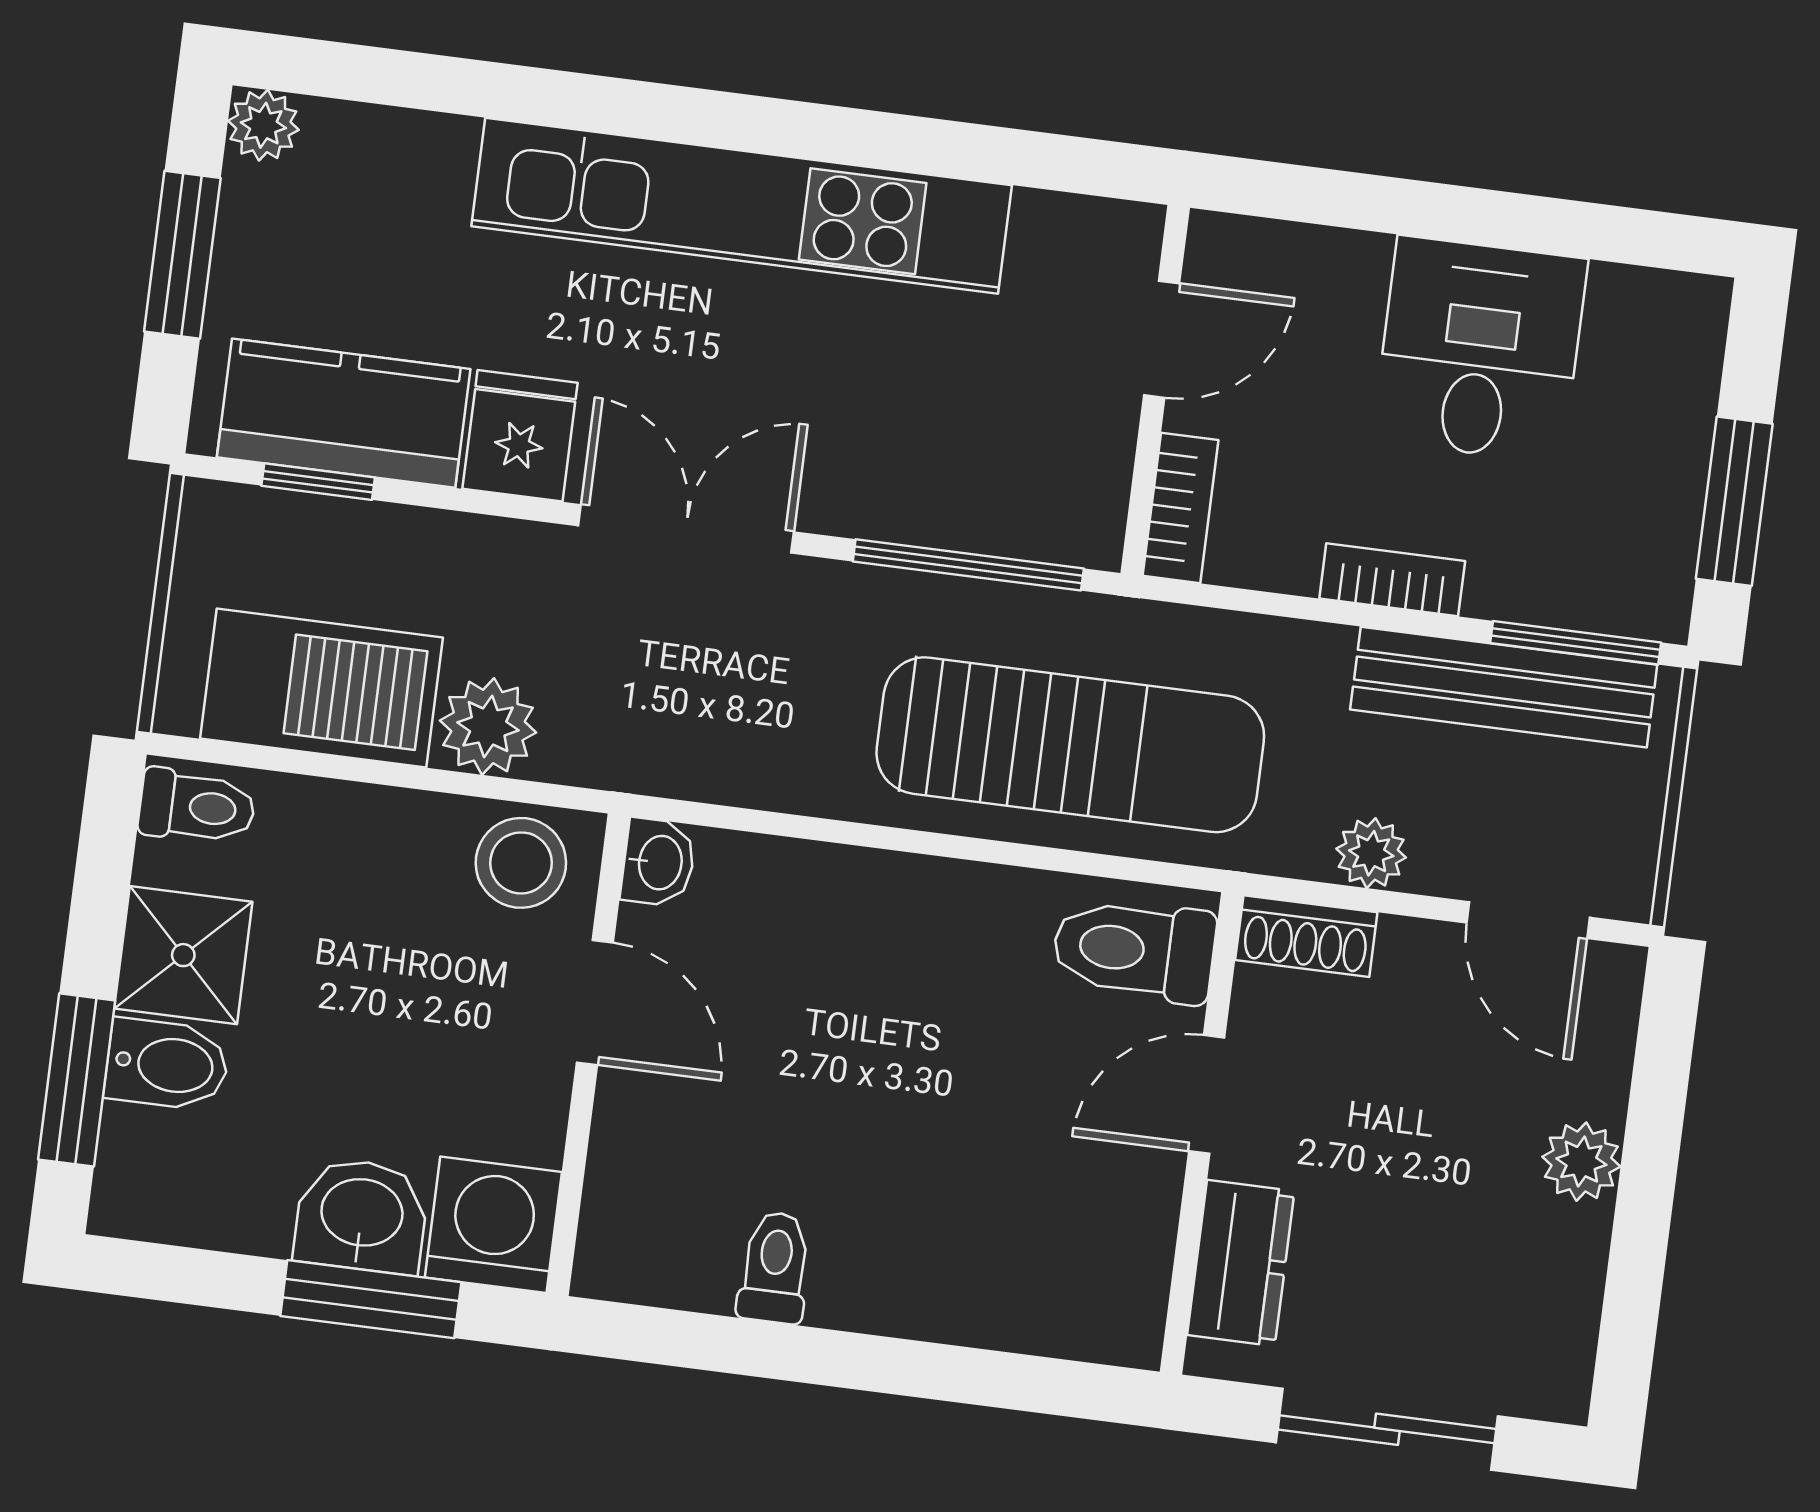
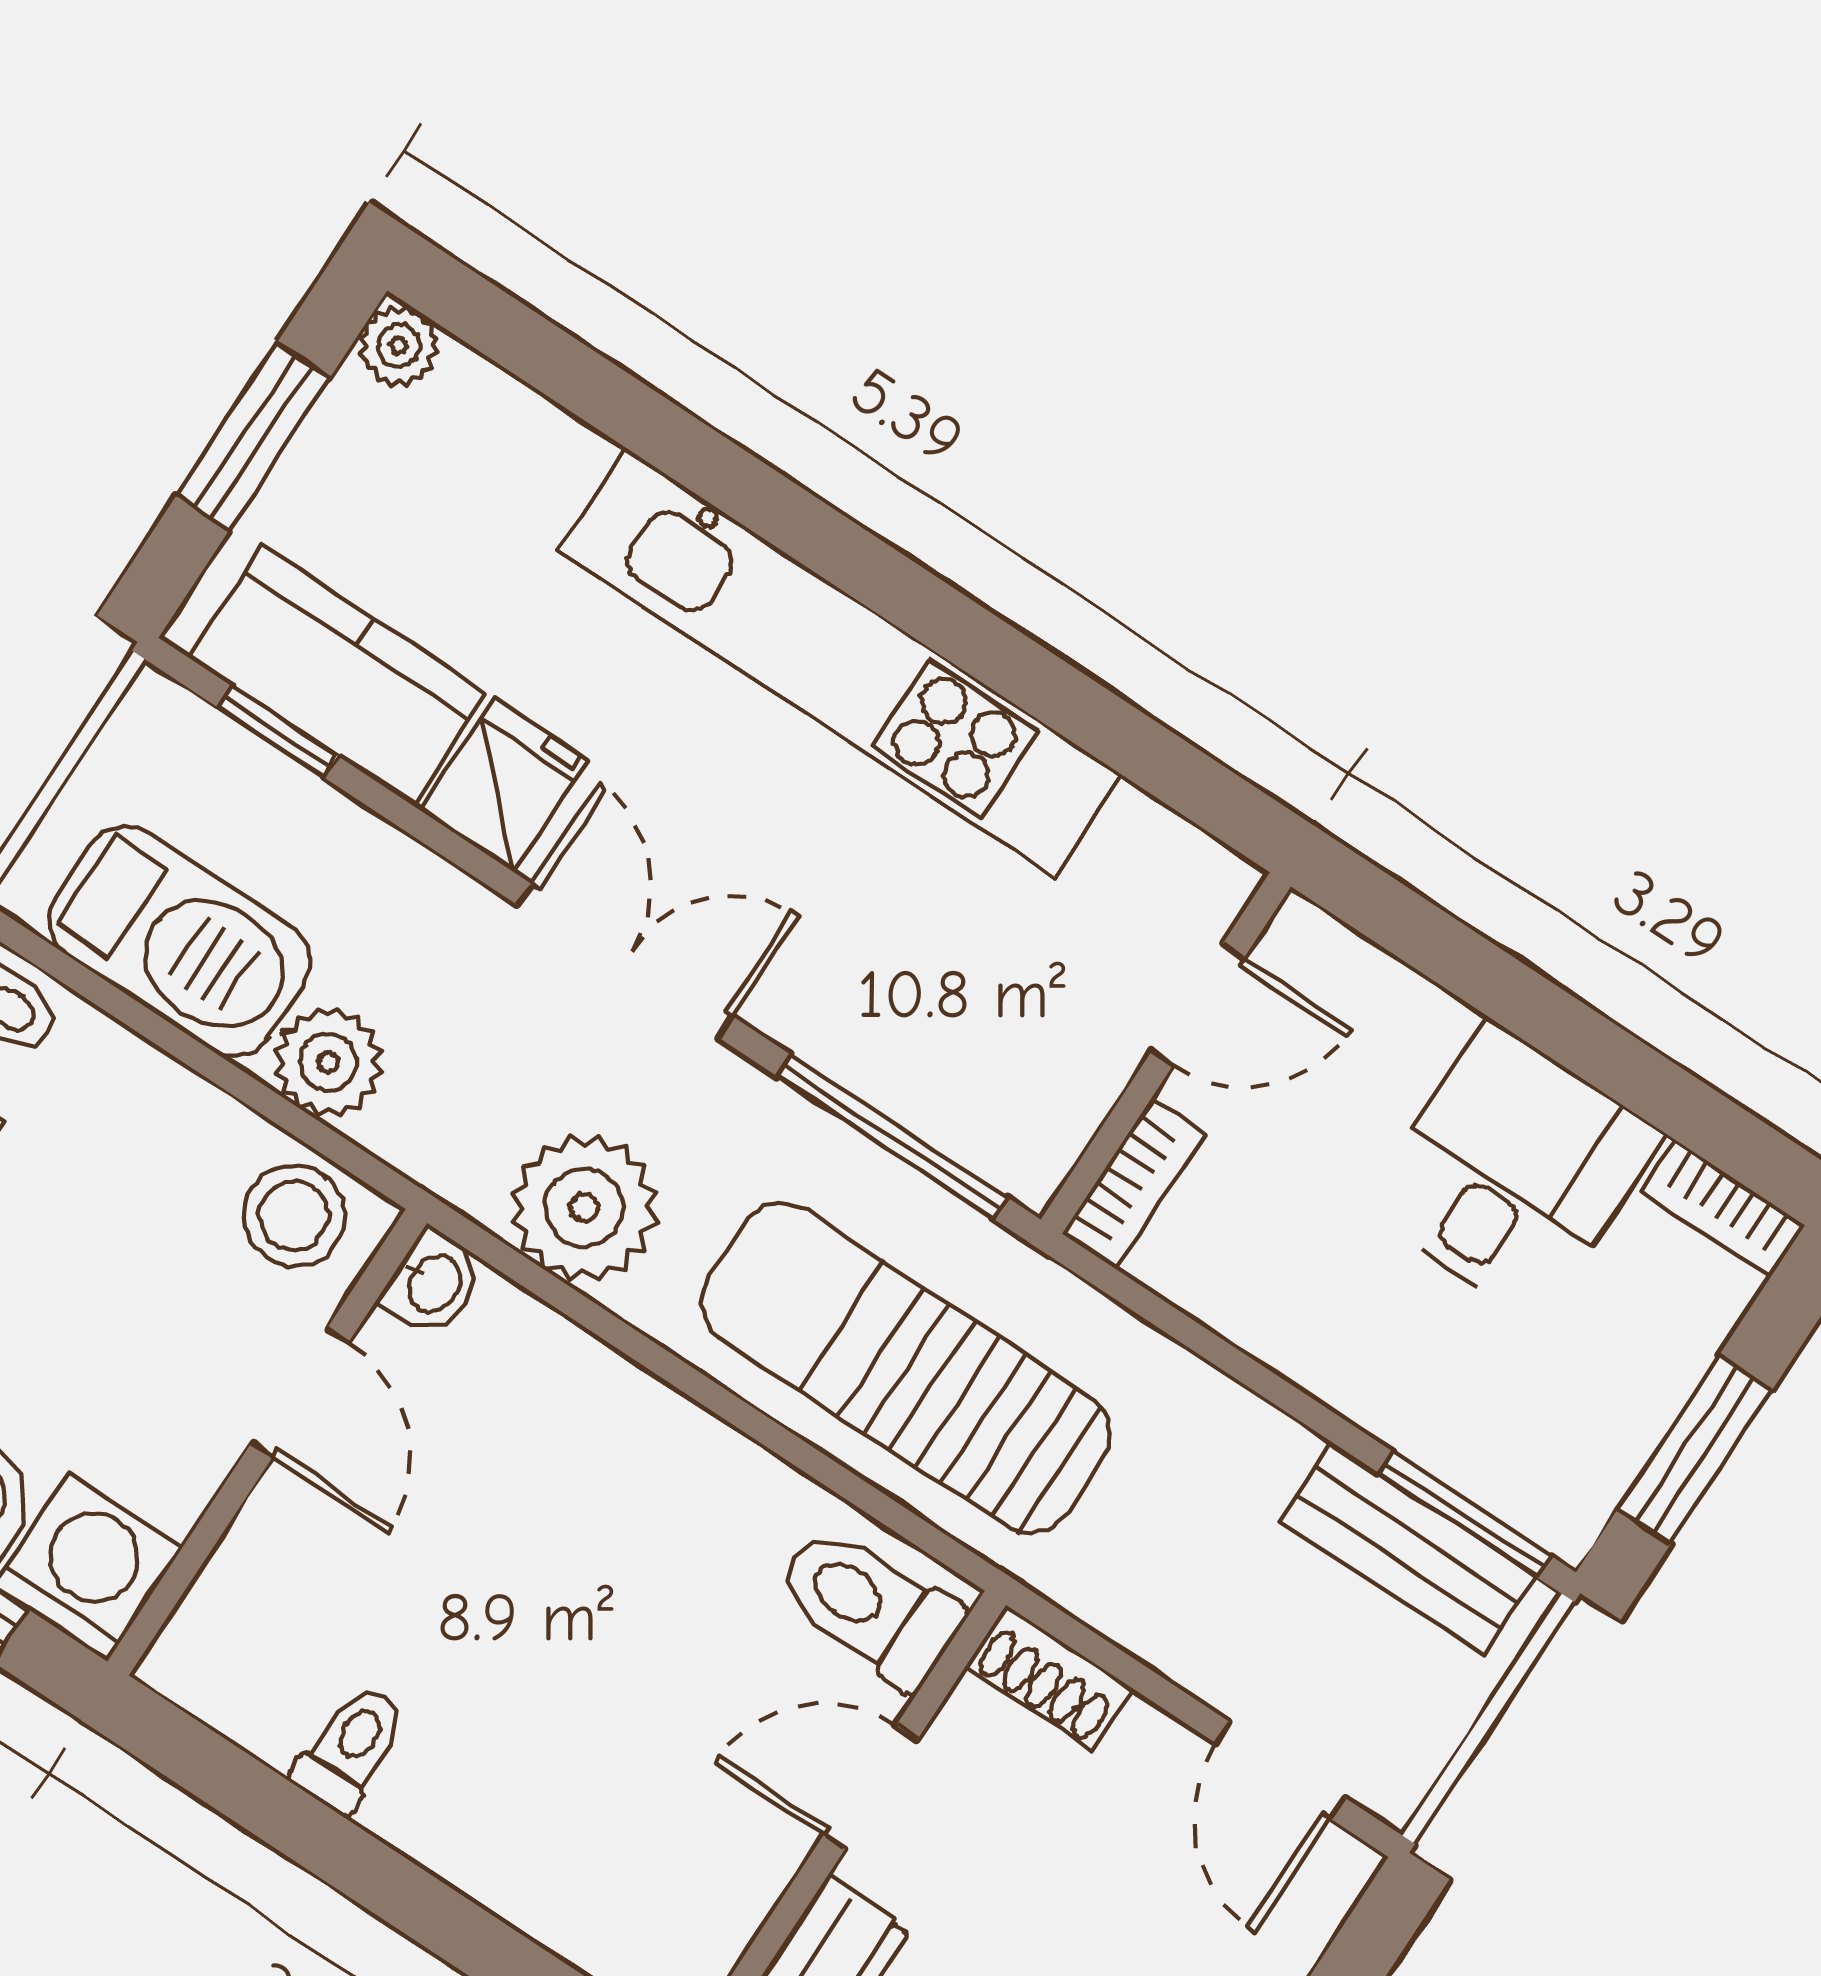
bookcase: (1392, 580) -> (1722, 1208), moved, turned 180
bench: (1504, 687) -> (1408, 1548), width x0.73
sun lounger: (1070, 745) -> (906, 1368), turned 180
plant: (1371, 853) -> (584, 1208), moved, width x1.87, depth x1.87

